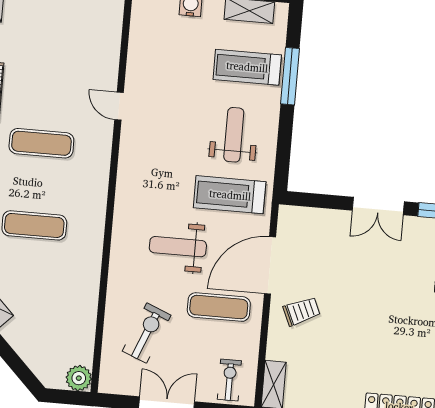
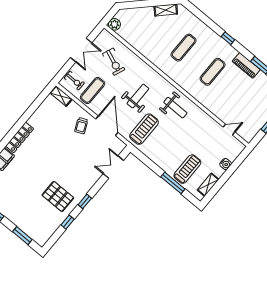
door: (119, 106) -> (229, 130), moved
weight bench: (234, 135) -> (175, 108), moved
double door: (378, 206) -> (113, 167), moved
exercise mat: (219, 307) -> (93, 91), moved

